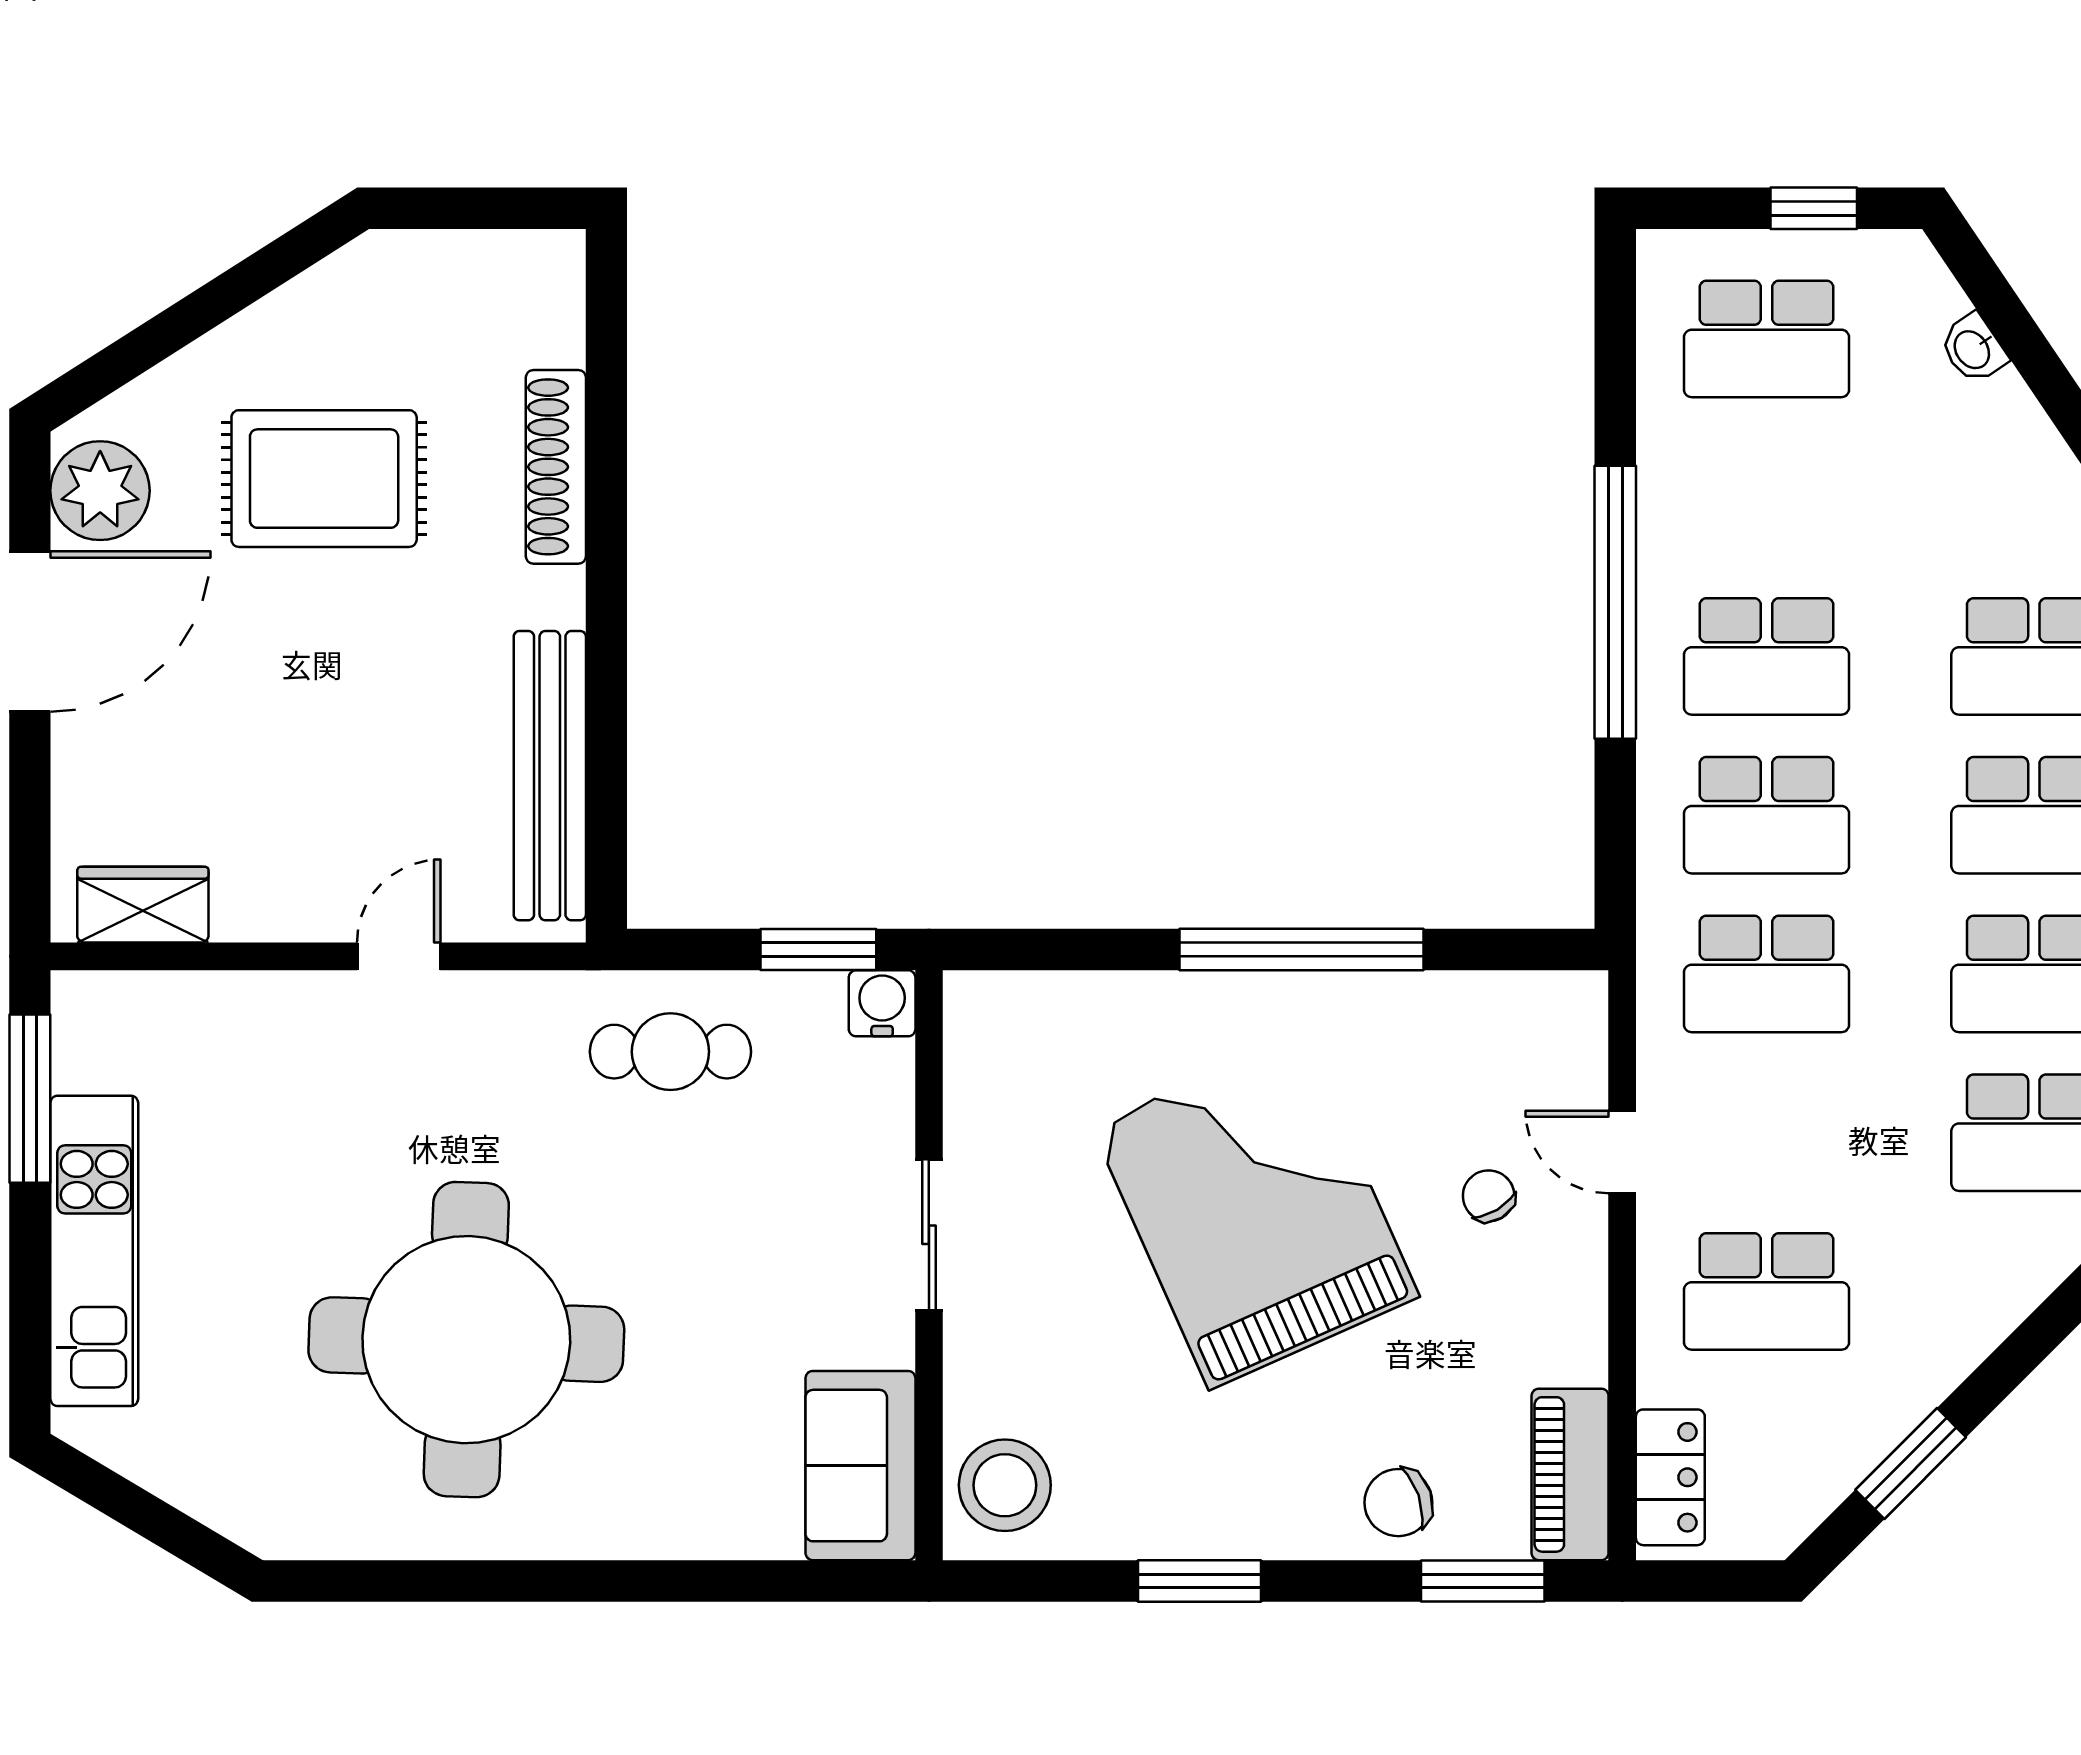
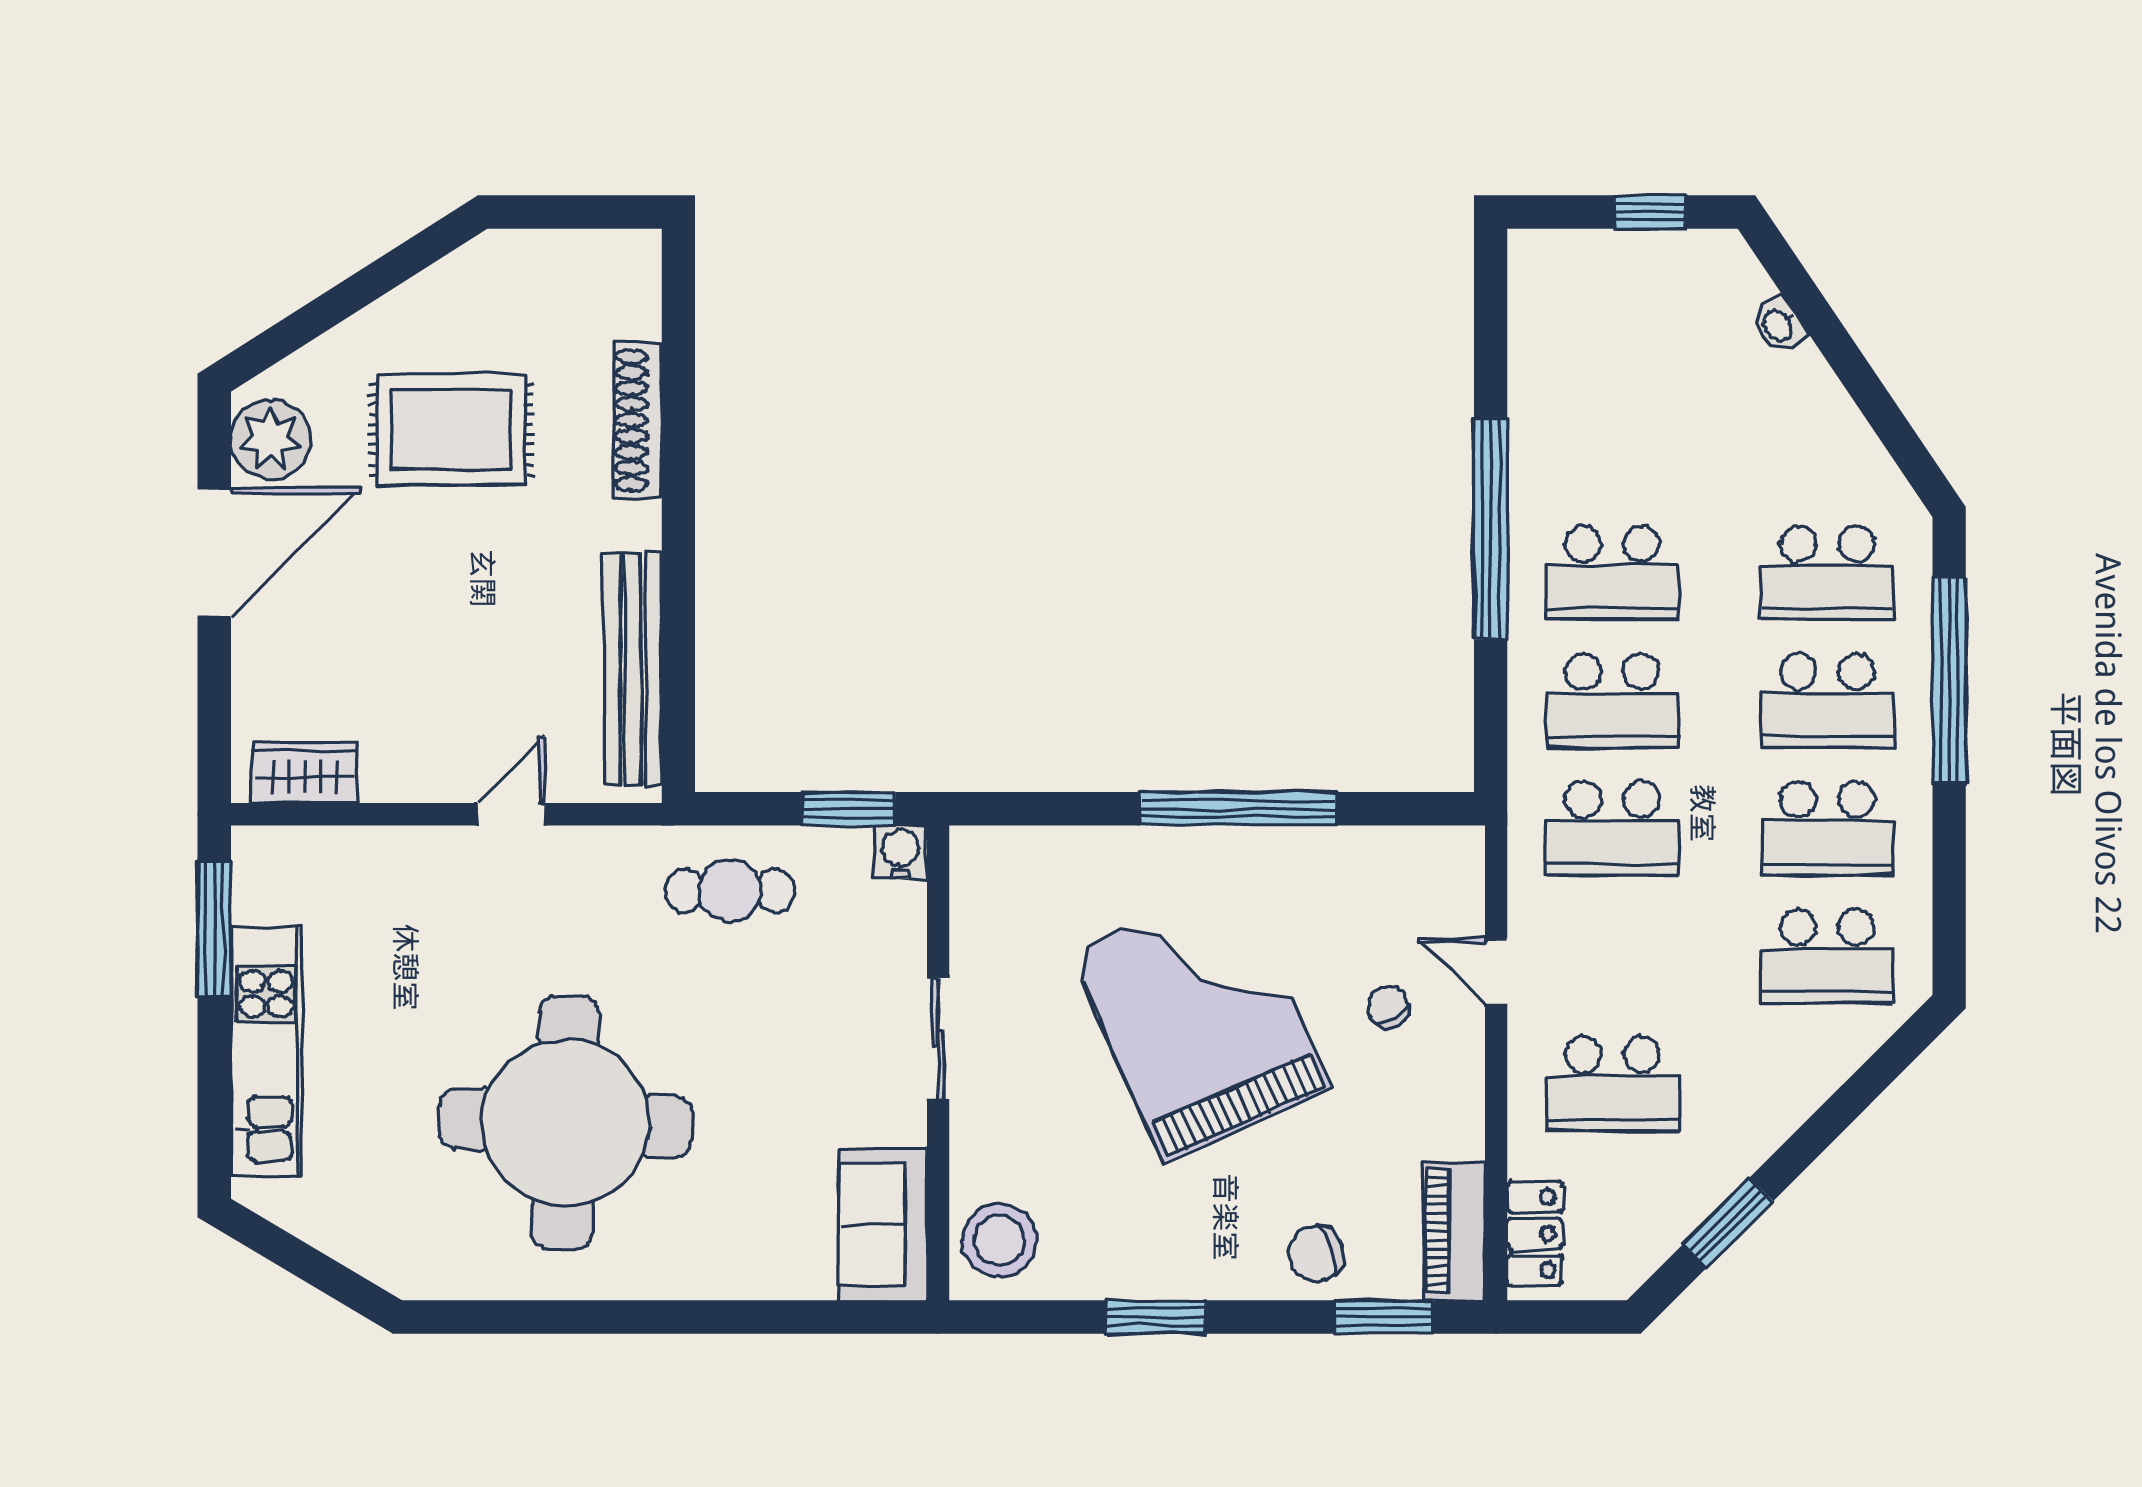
school desk: (1767, 339) -> (1612, 317), removed

